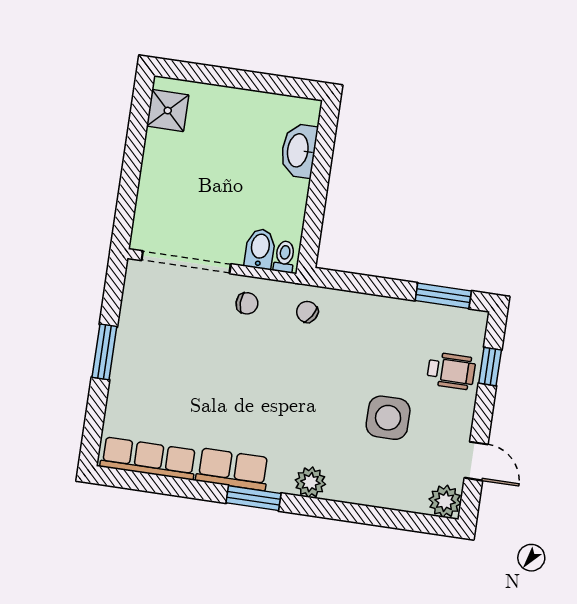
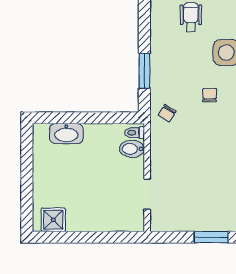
doorway: (186, 262) -> (147, 194), width x0.53
window: (443, 296) -> (144, 71), moved
chair: (247, 303) -> (210, 95), moved

